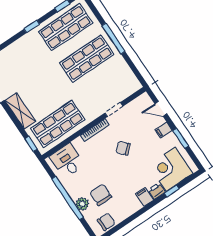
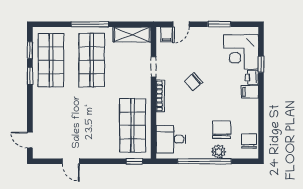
window: (32, 26) -> (30, 76), moved
shelving: (20, 111) -> (132, 35), moved
filing cabinet: (164, 130) -> (166, 35), moved
chair: (101, 195) -> (222, 130), turned 90

